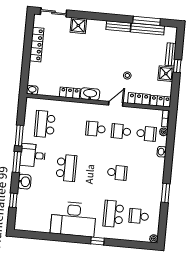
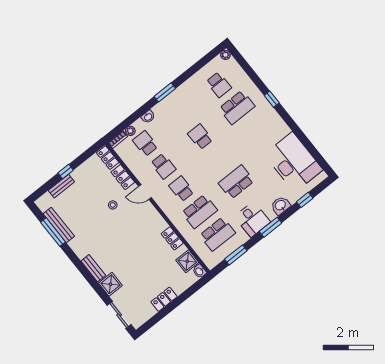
bench: (118, 26) -> (93, 268), moved
locker: (37, 45) -> (164, 299), width x0.66
shower: (166, 74) -> (187, 261), moved
washbasin: (90, 94) -> (157, 221), removed
school desk: (70, 127) -> (199, 211), added
school desk: (96, 129) -> (181, 189), turned 180
window: (19, 136) -> (236, 255), moved
window: (165, 193) -> (165, 92), moved
desk: (73, 219) -> (293, 162), moved

